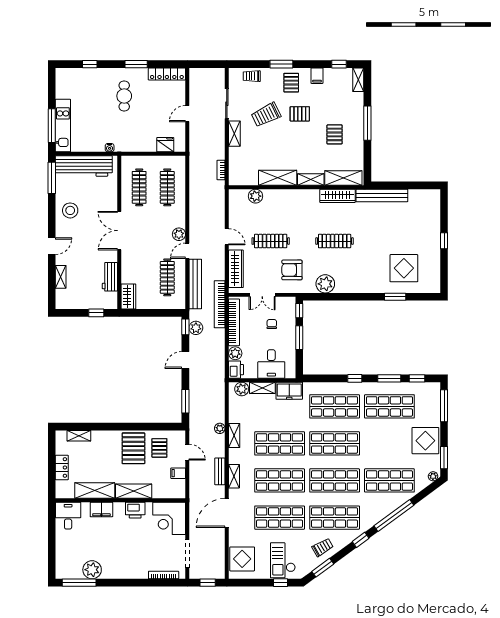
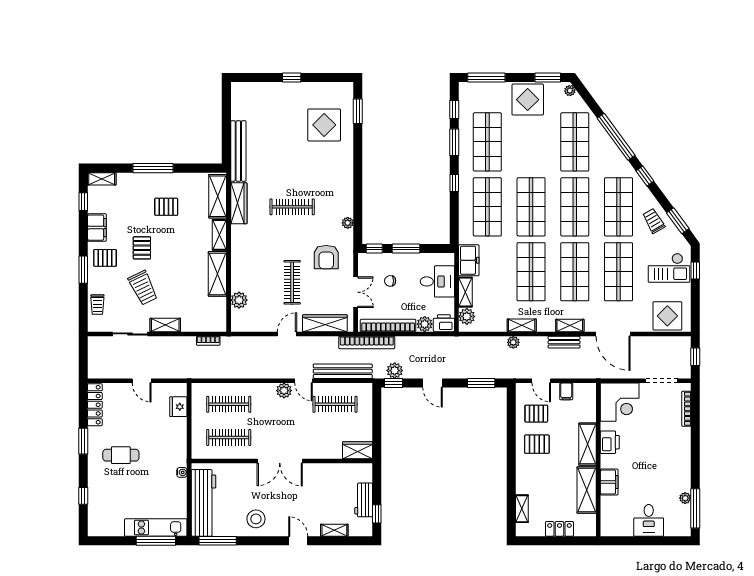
filing cabinet: (317, 76) -> (97, 228), width x2.00
clothes rail: (335, 241) -> (292, 207), turned 90
workbench: (110, 277) -> (364, 500), moved, turned 90
plant: (325, 284) -> (348, 223), width x0.53, depth x0.53
window: (395, 297) -> (358, 111), moved
window: (96, 313) -> (377, 514), moved
pallet: (133, 448) -> (537, 444), width x0.67, depth x0.71
door: (187, 452) -> (541, 381), swing flipped
desk: (68, 516) -> (649, 520), moved, turned -90
plant: (92, 570) -> (685, 498), width x0.53, depth x0.53

